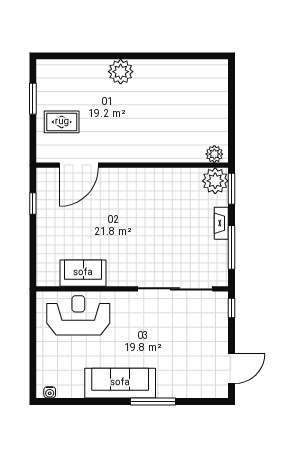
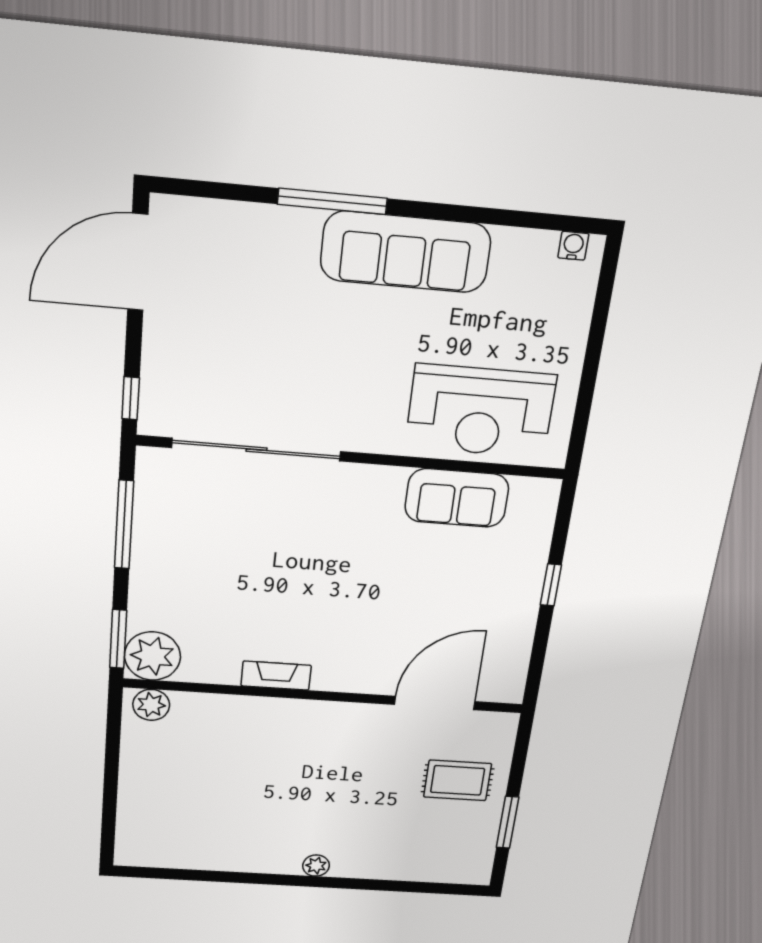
plant: (121, 72) -> (316, 866), width x0.53, depth x0.53
window: (33, 203) -> (551, 585), moved
fireplace: (221, 223) -> (276, 676), moved, turned -90
door: (232, 368) -> (138, 262), width x1.36

